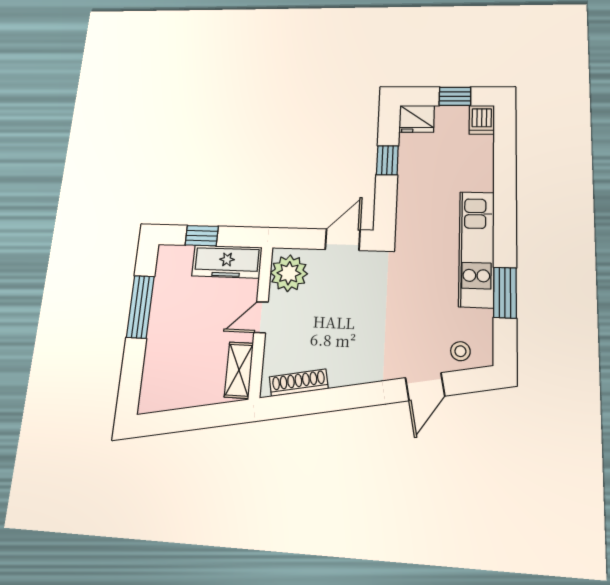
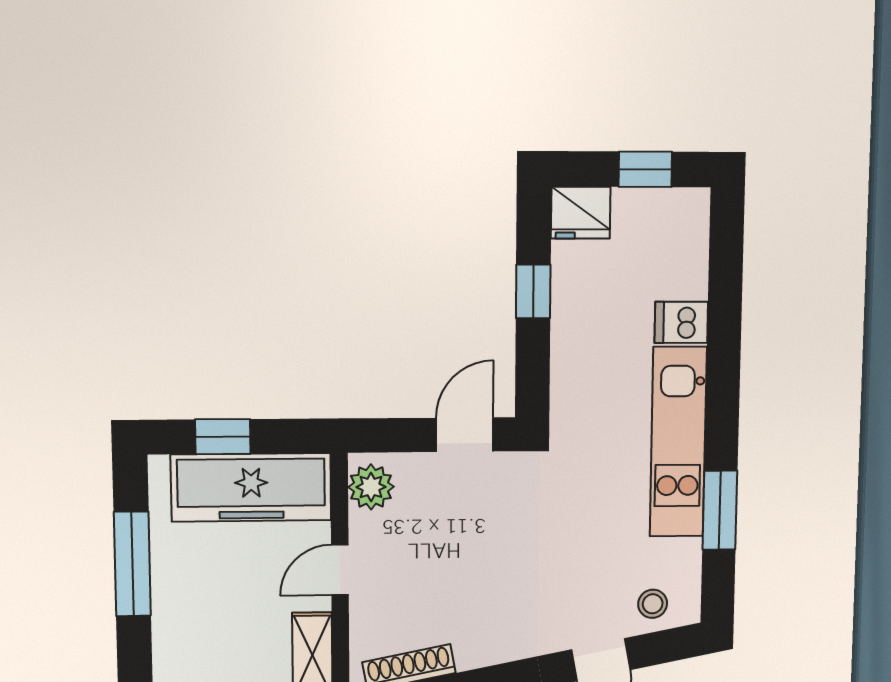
dishwasher: (482, 120) -> (681, 322), moved, turned 90
freezer: (227, 262) -> (251, 487), width x1.36, depth x1.26
plant: (289, 273) -> (371, 487), width x0.73, depth x0.73

